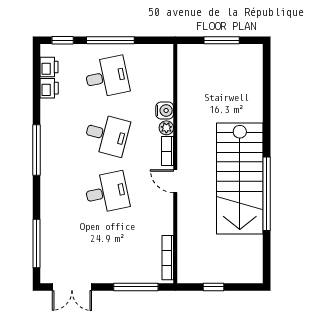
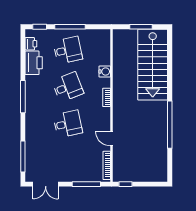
printer: (49, 88) -> (34, 63), width x1.87, depth x1.48
plant: (166, 128) -> (106, 83), removed
desk: (107, 135) -> (68, 87), turned -36
stairs: (240, 178) -> (153, 65), moved
door: (175, 181) -> (111, 139), moved
window: (213, 287) -> (126, 184), moved

